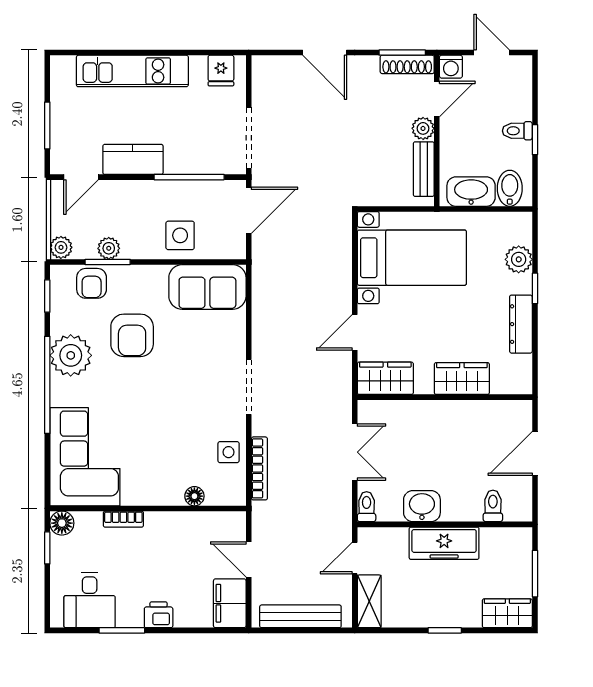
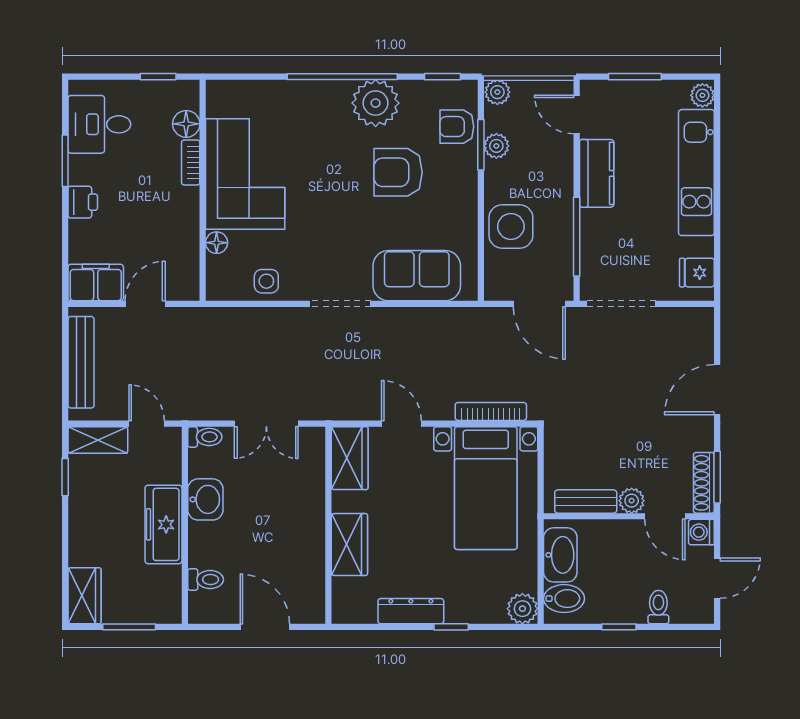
plant: (64, 66) -> (702, 95), added
toilet: (517, 131) -> (658, 607), moved
side table: (180, 235) -> (511, 226), width x1.37, depth x1.37
plant: (519, 259) -> (522, 609), moved
sofa: (207, 287) -> (417, 276), moved, turned 90
corner sofa: (85, 457) -> (245, 174), moved, turned -90
bookcase: (259, 468) -> (491, 411), moved, turned 180
floor lamp: (62, 523) -> (186, 124), moved
window: (445, 630) -> (65, 477), moved

